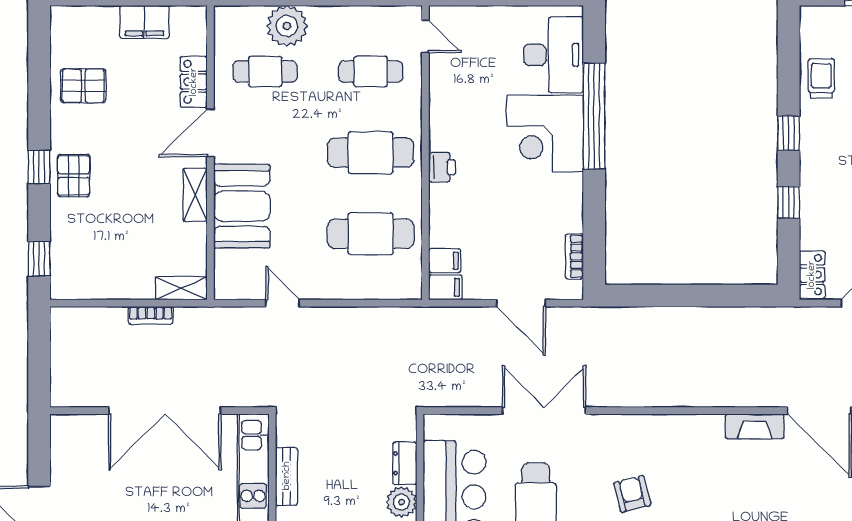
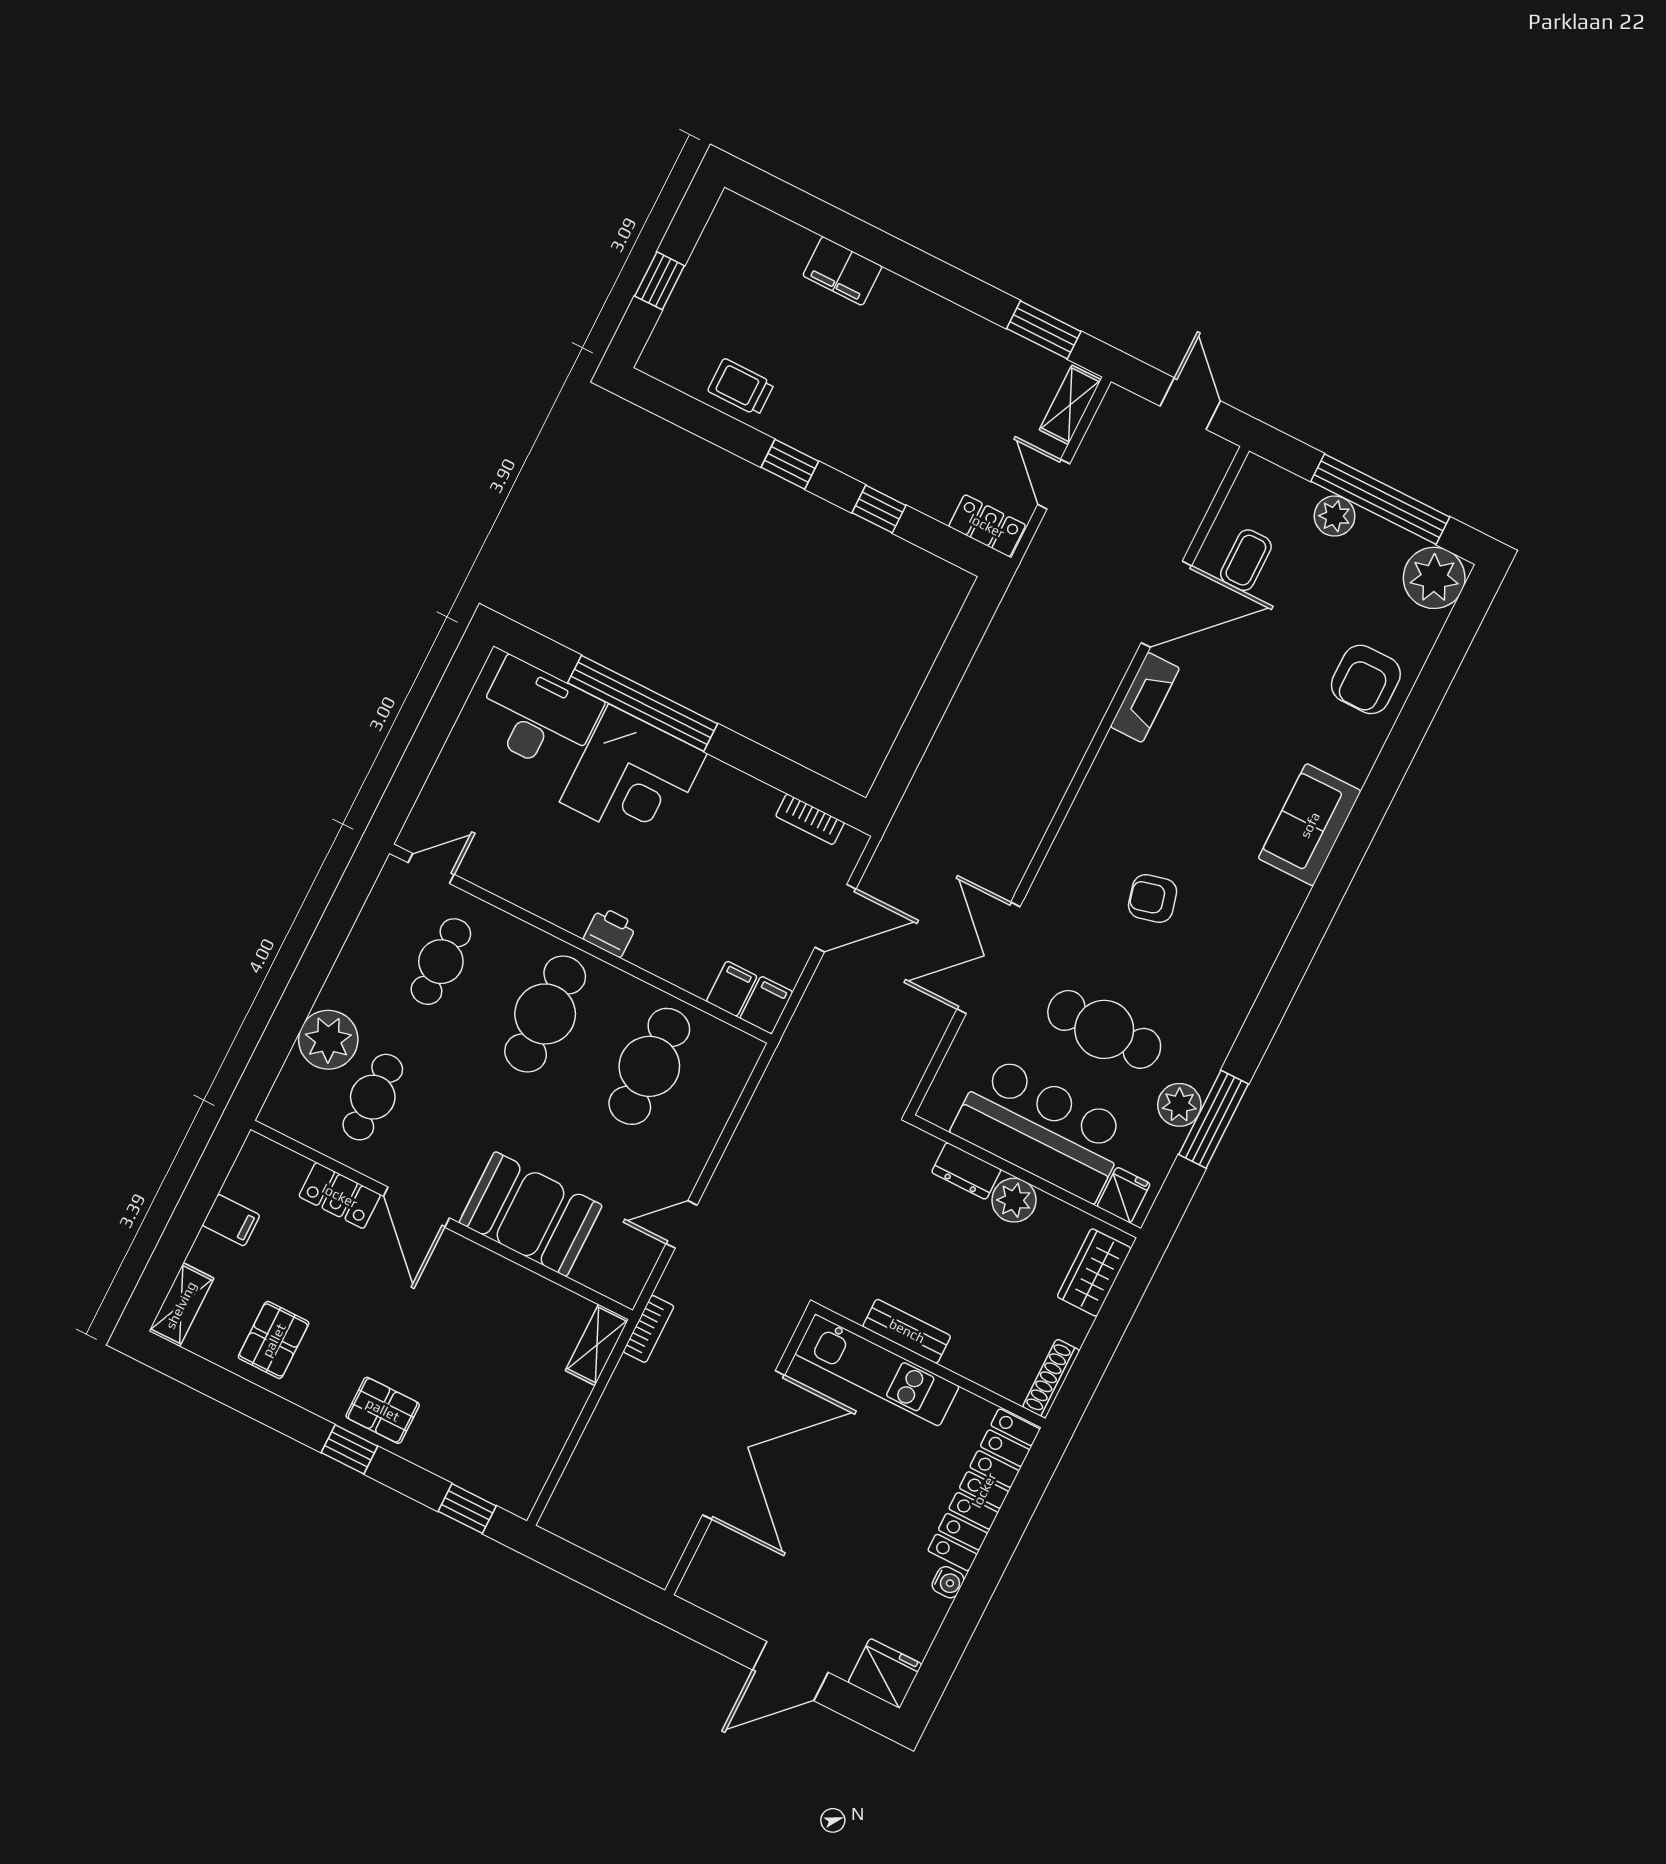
filing cabinet: (144, 22) -> (231, 1220), width x0.50
shelving: (195, 195) -> (181, 1305), moved, turned 90
bookcase: (151, 315) -> (649, 1329), moved

